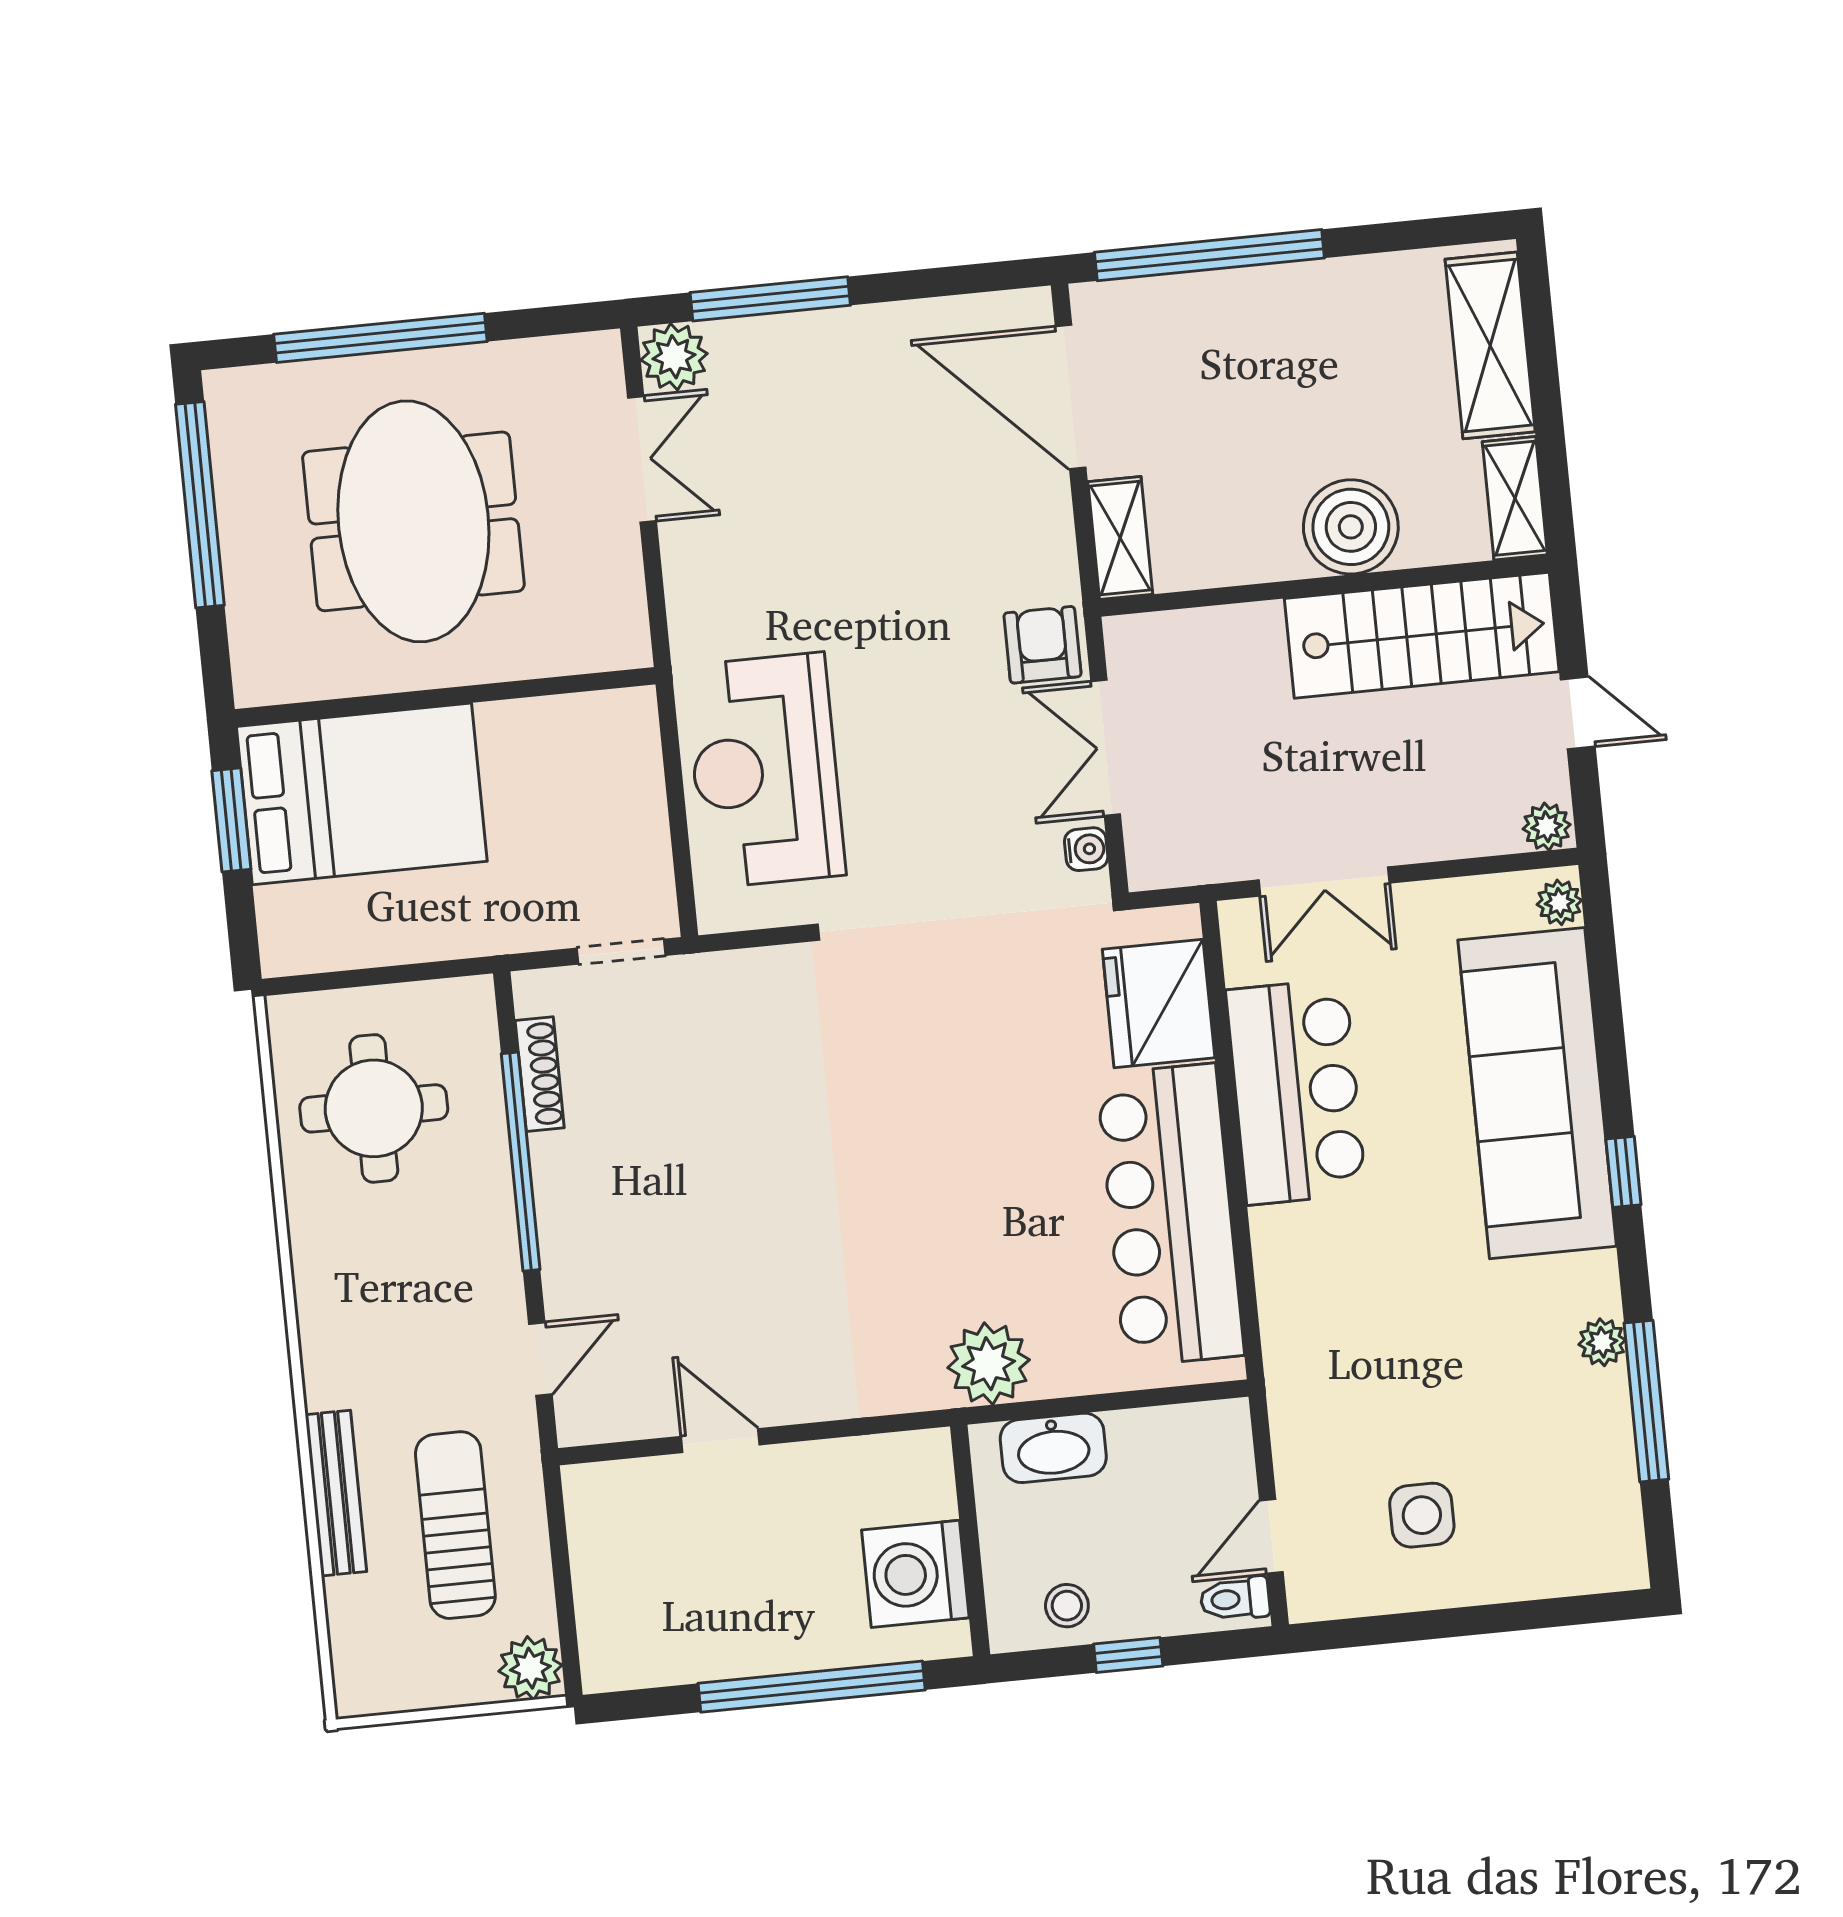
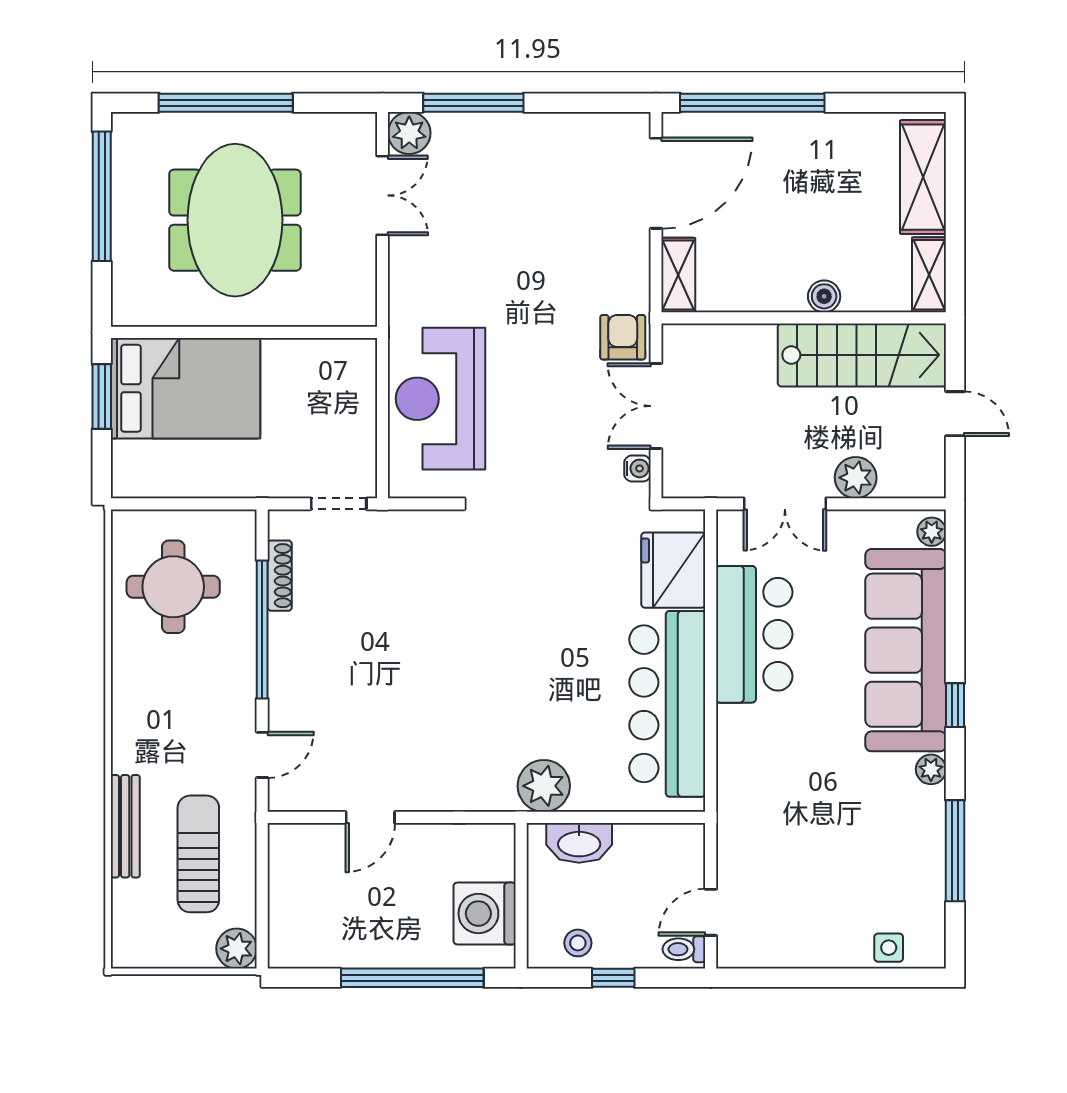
door: (1071, 397) -> (656, 183), swing flipped
boiler: (1351, 527) -> (824, 296), width x0.54, depth x0.54
plant: (1547, 827) -> (856, 478), moved, width x1.38, depth x1.38
plant: (1602, 1342) -> (931, 769), moved
door: (720, 1441) -> (370, 817), swing flipped
side table: (1422, 1515) -> (889, 948), moved, width x0.73, depth x0.73

